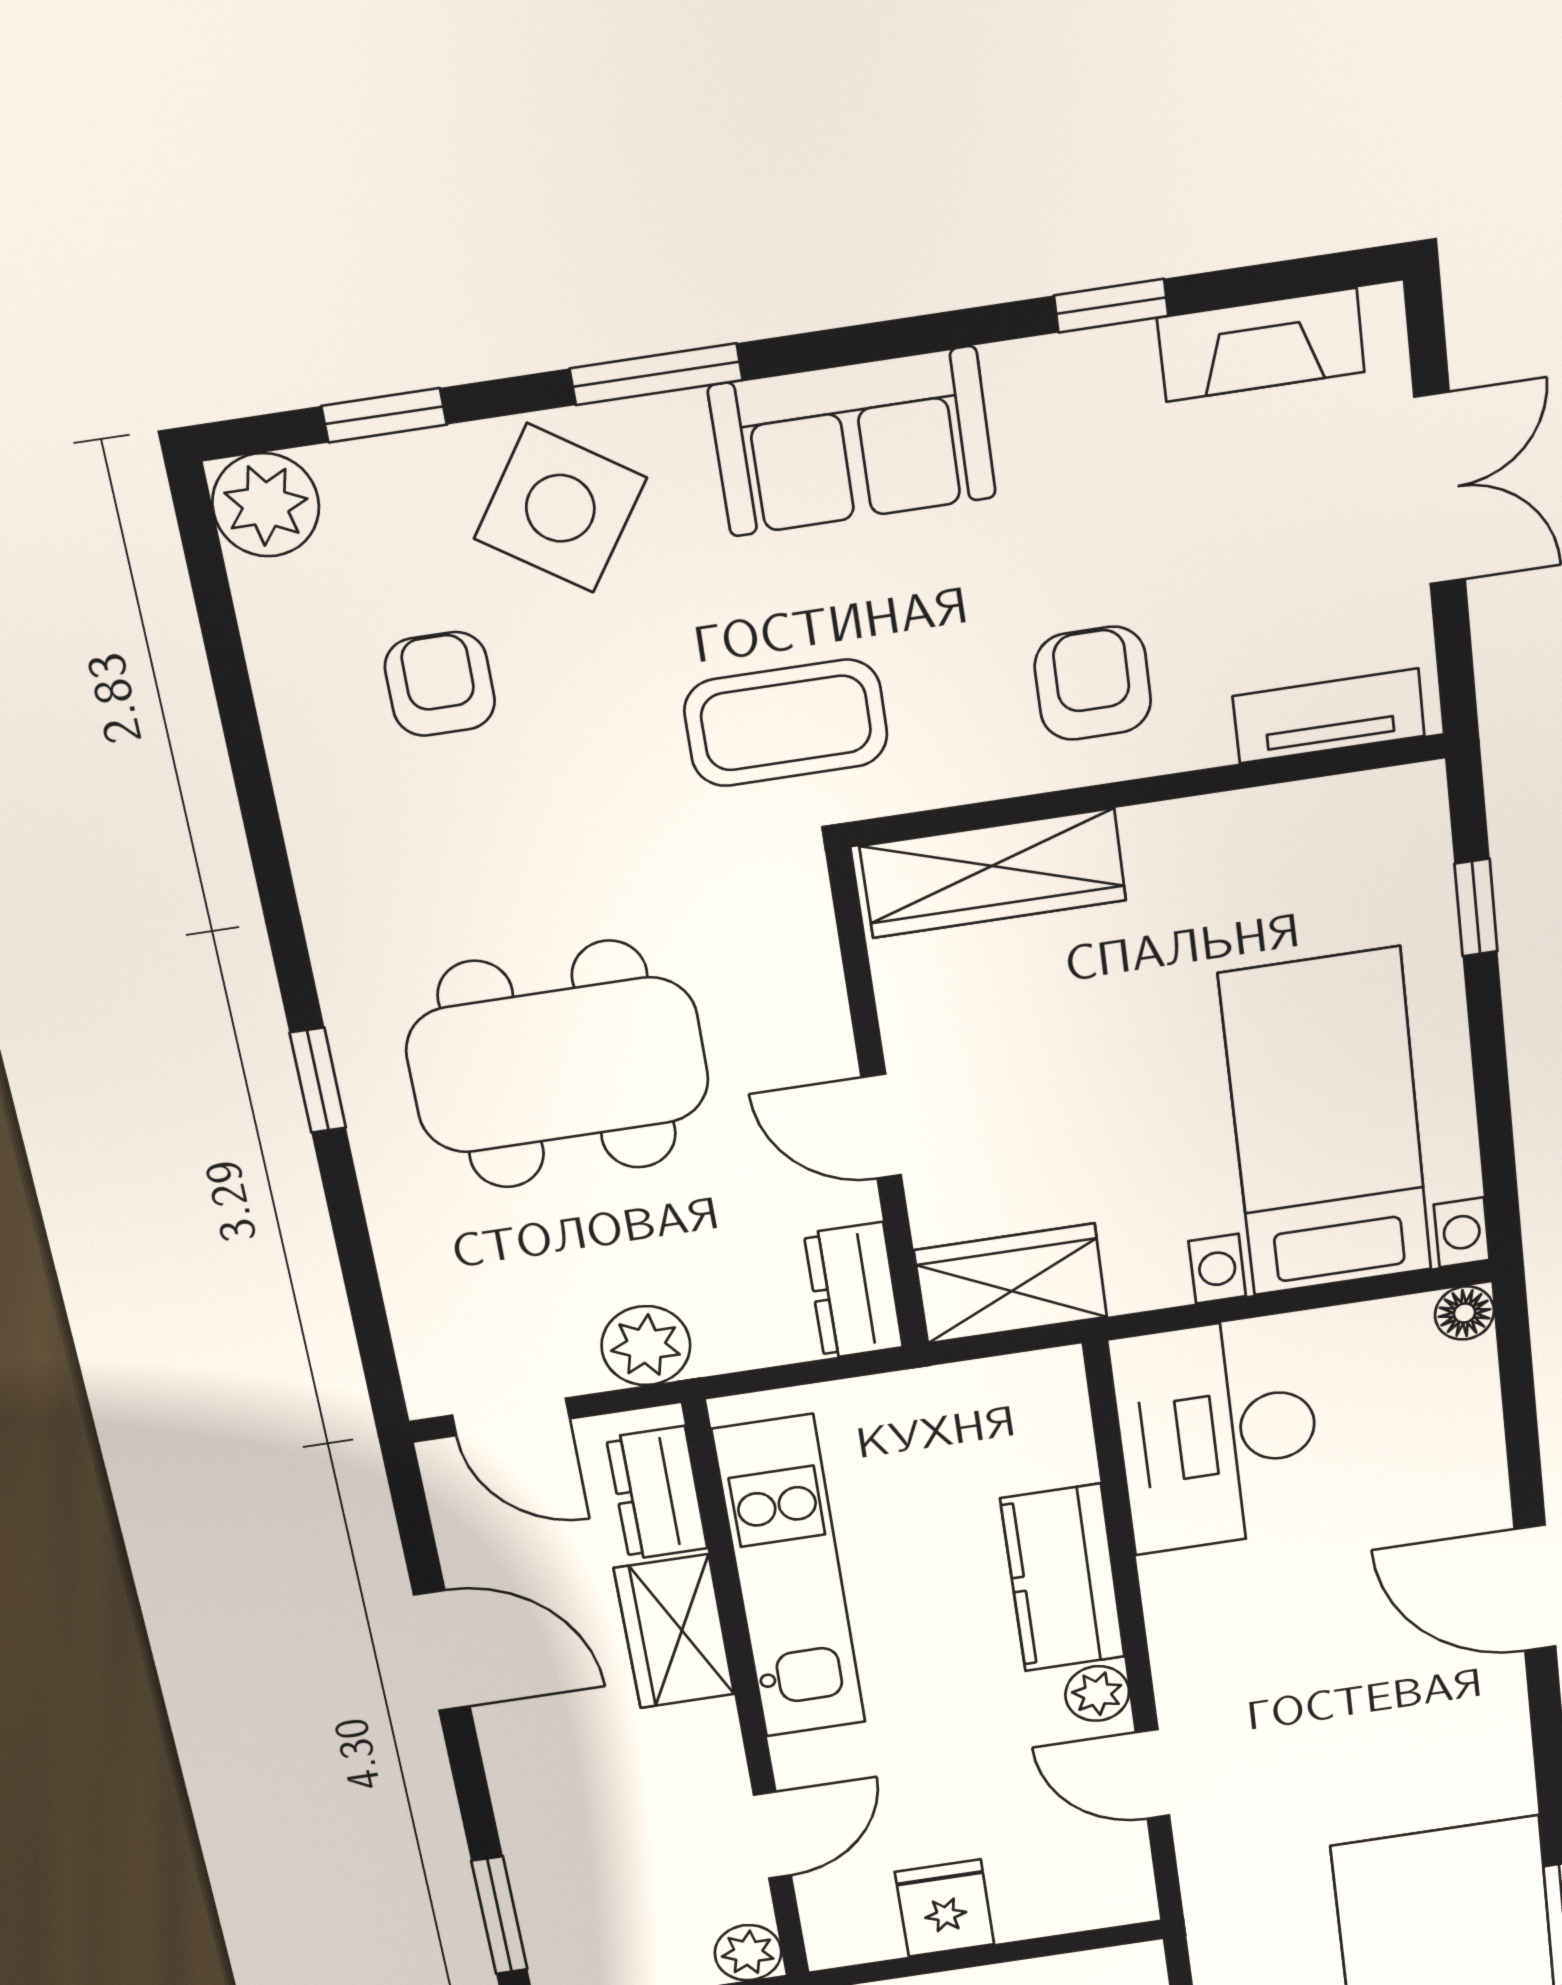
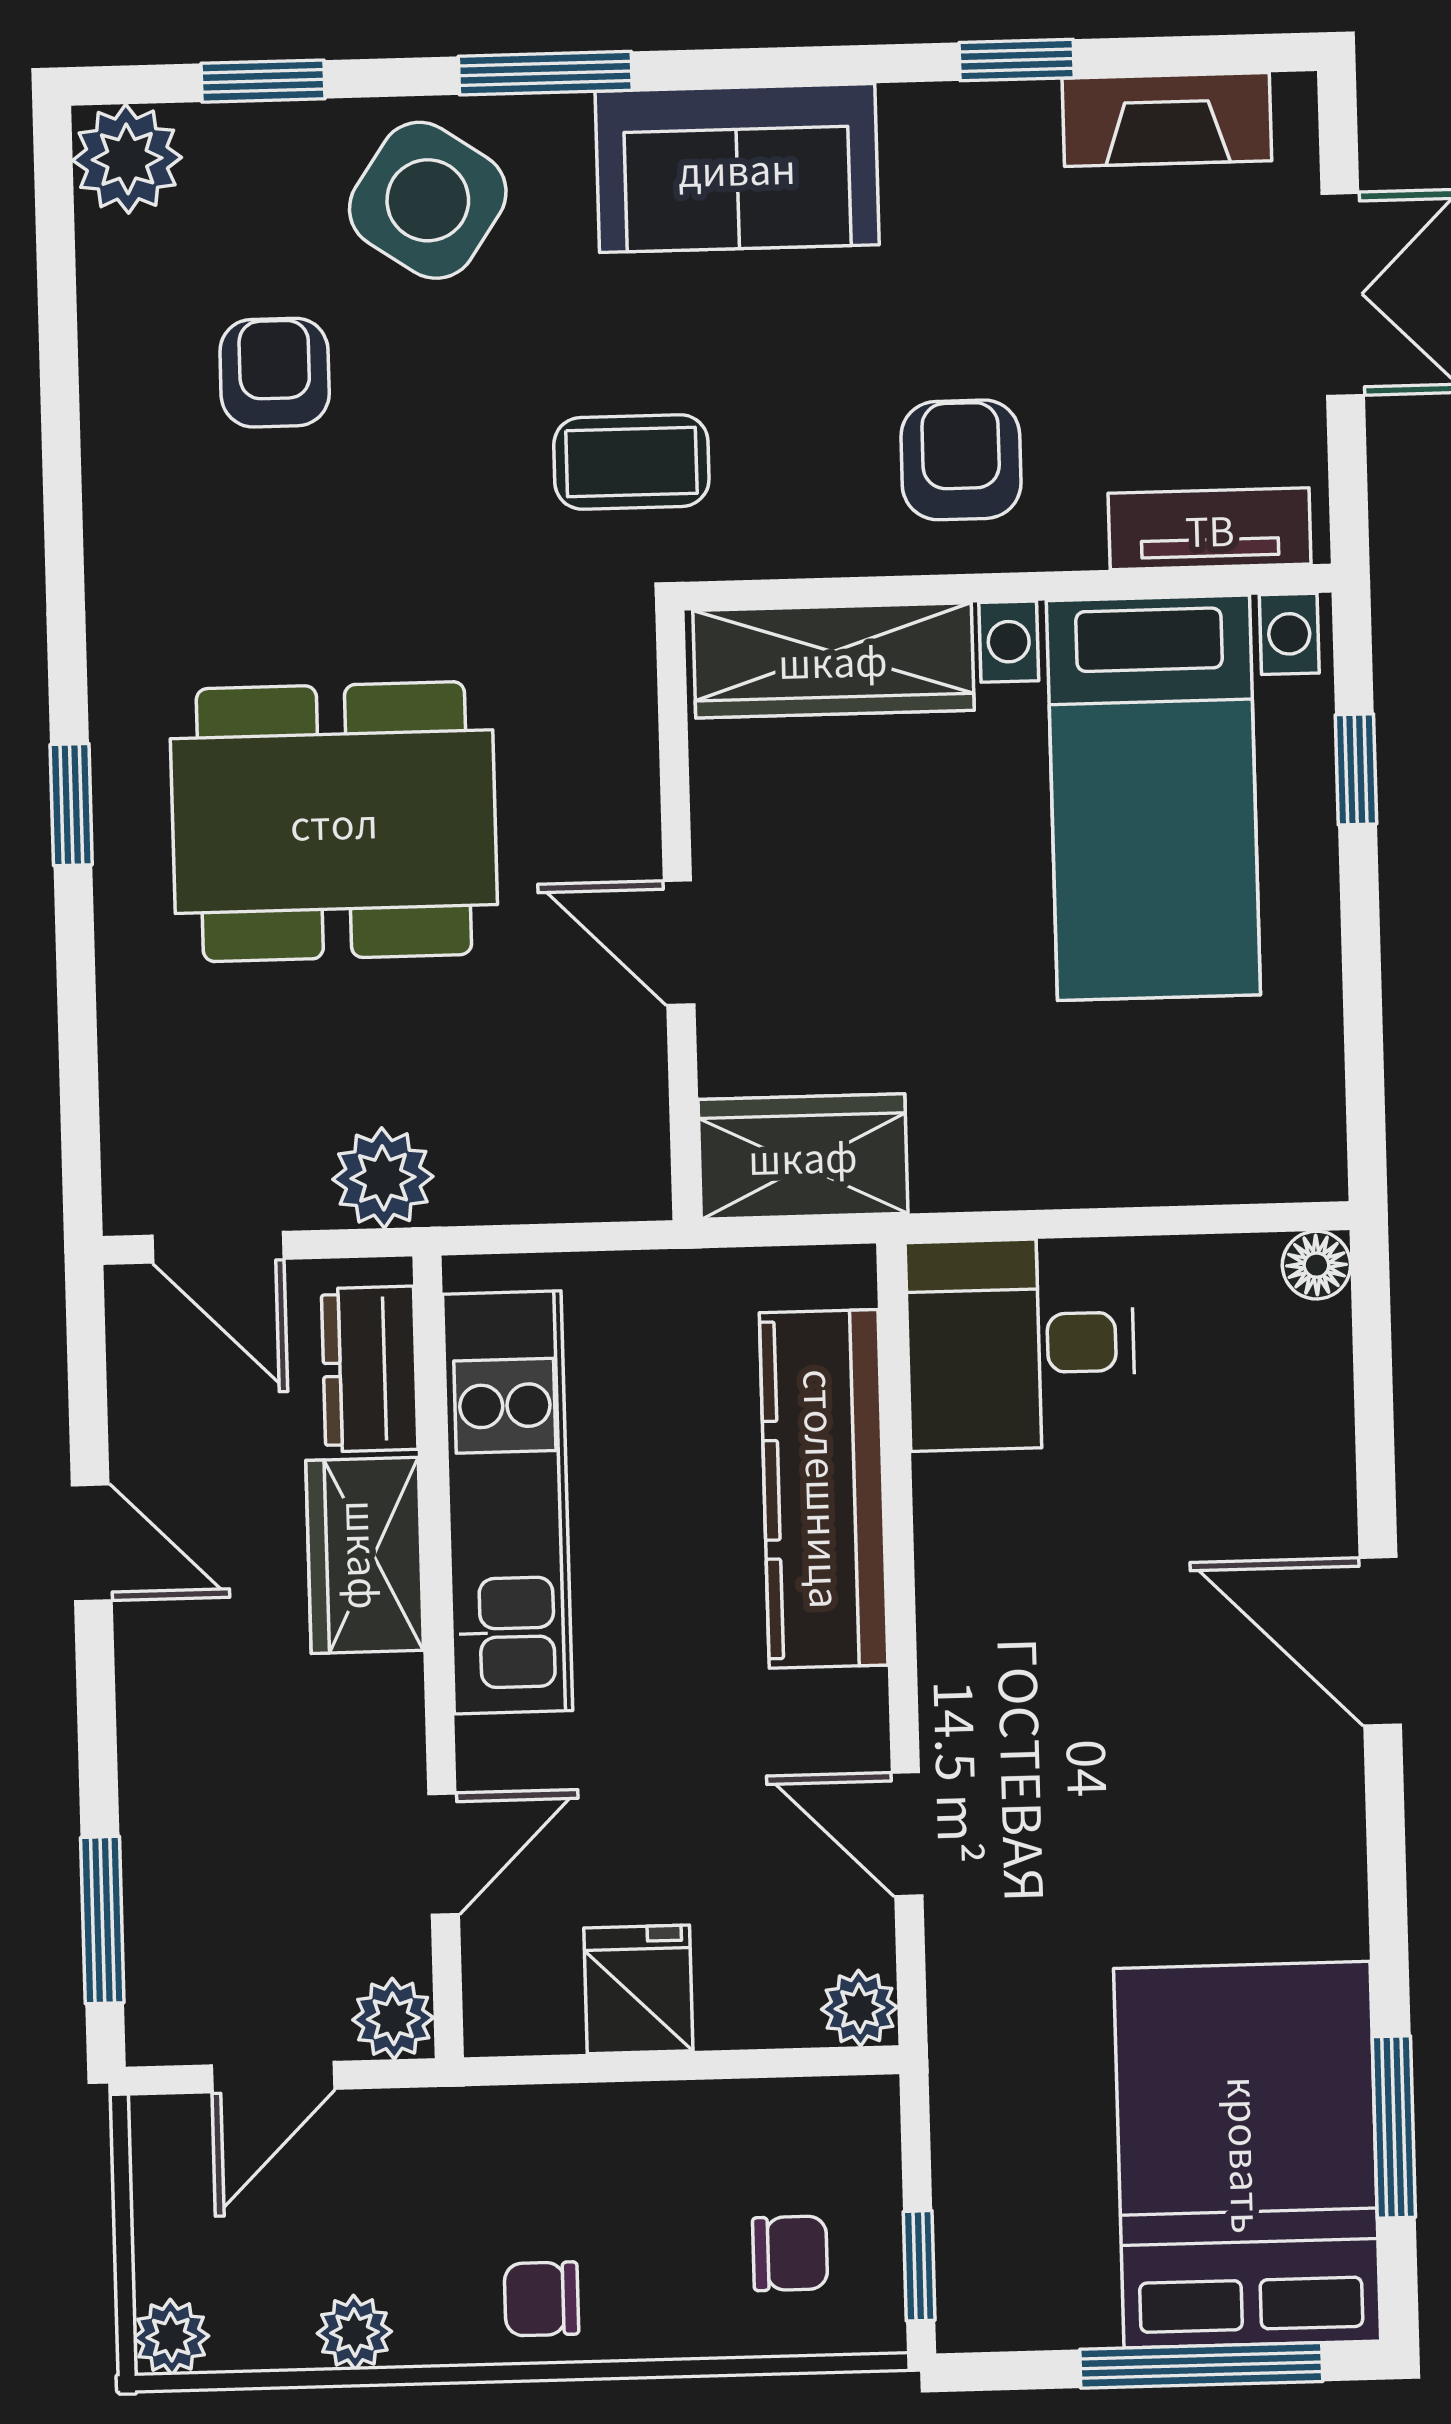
coffee table: (786, 723) -> (631, 462), width x0.73, depth x0.77
bed with nightstands: (1326, 1123) -> (1153, 798), moved, turned 180
dresser: (854, 1291) -> (625, 1141), removed
desk: (1218, 1434) -> (1021, 1344), width x0.73
kitchen counter: (1063, 1578) -> (824, 1489), width x1.50
door: (442, 1651) -> (92, 1543), width x0.73
plant: (1097, 1693) -> (859, 2008), moved

